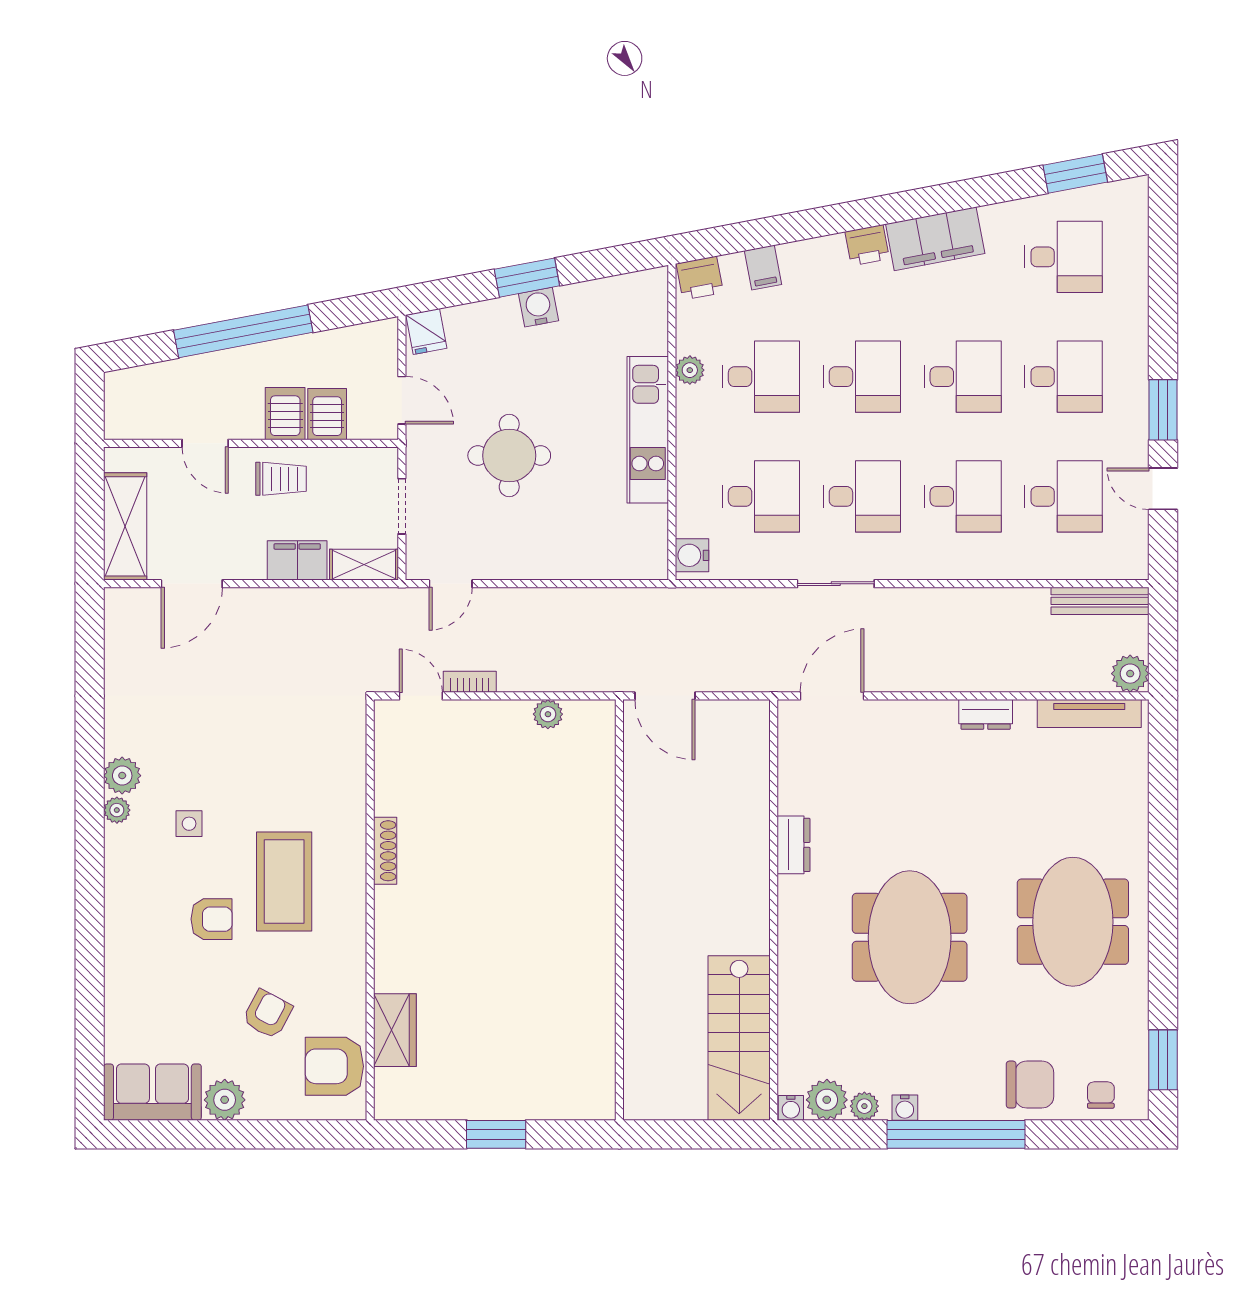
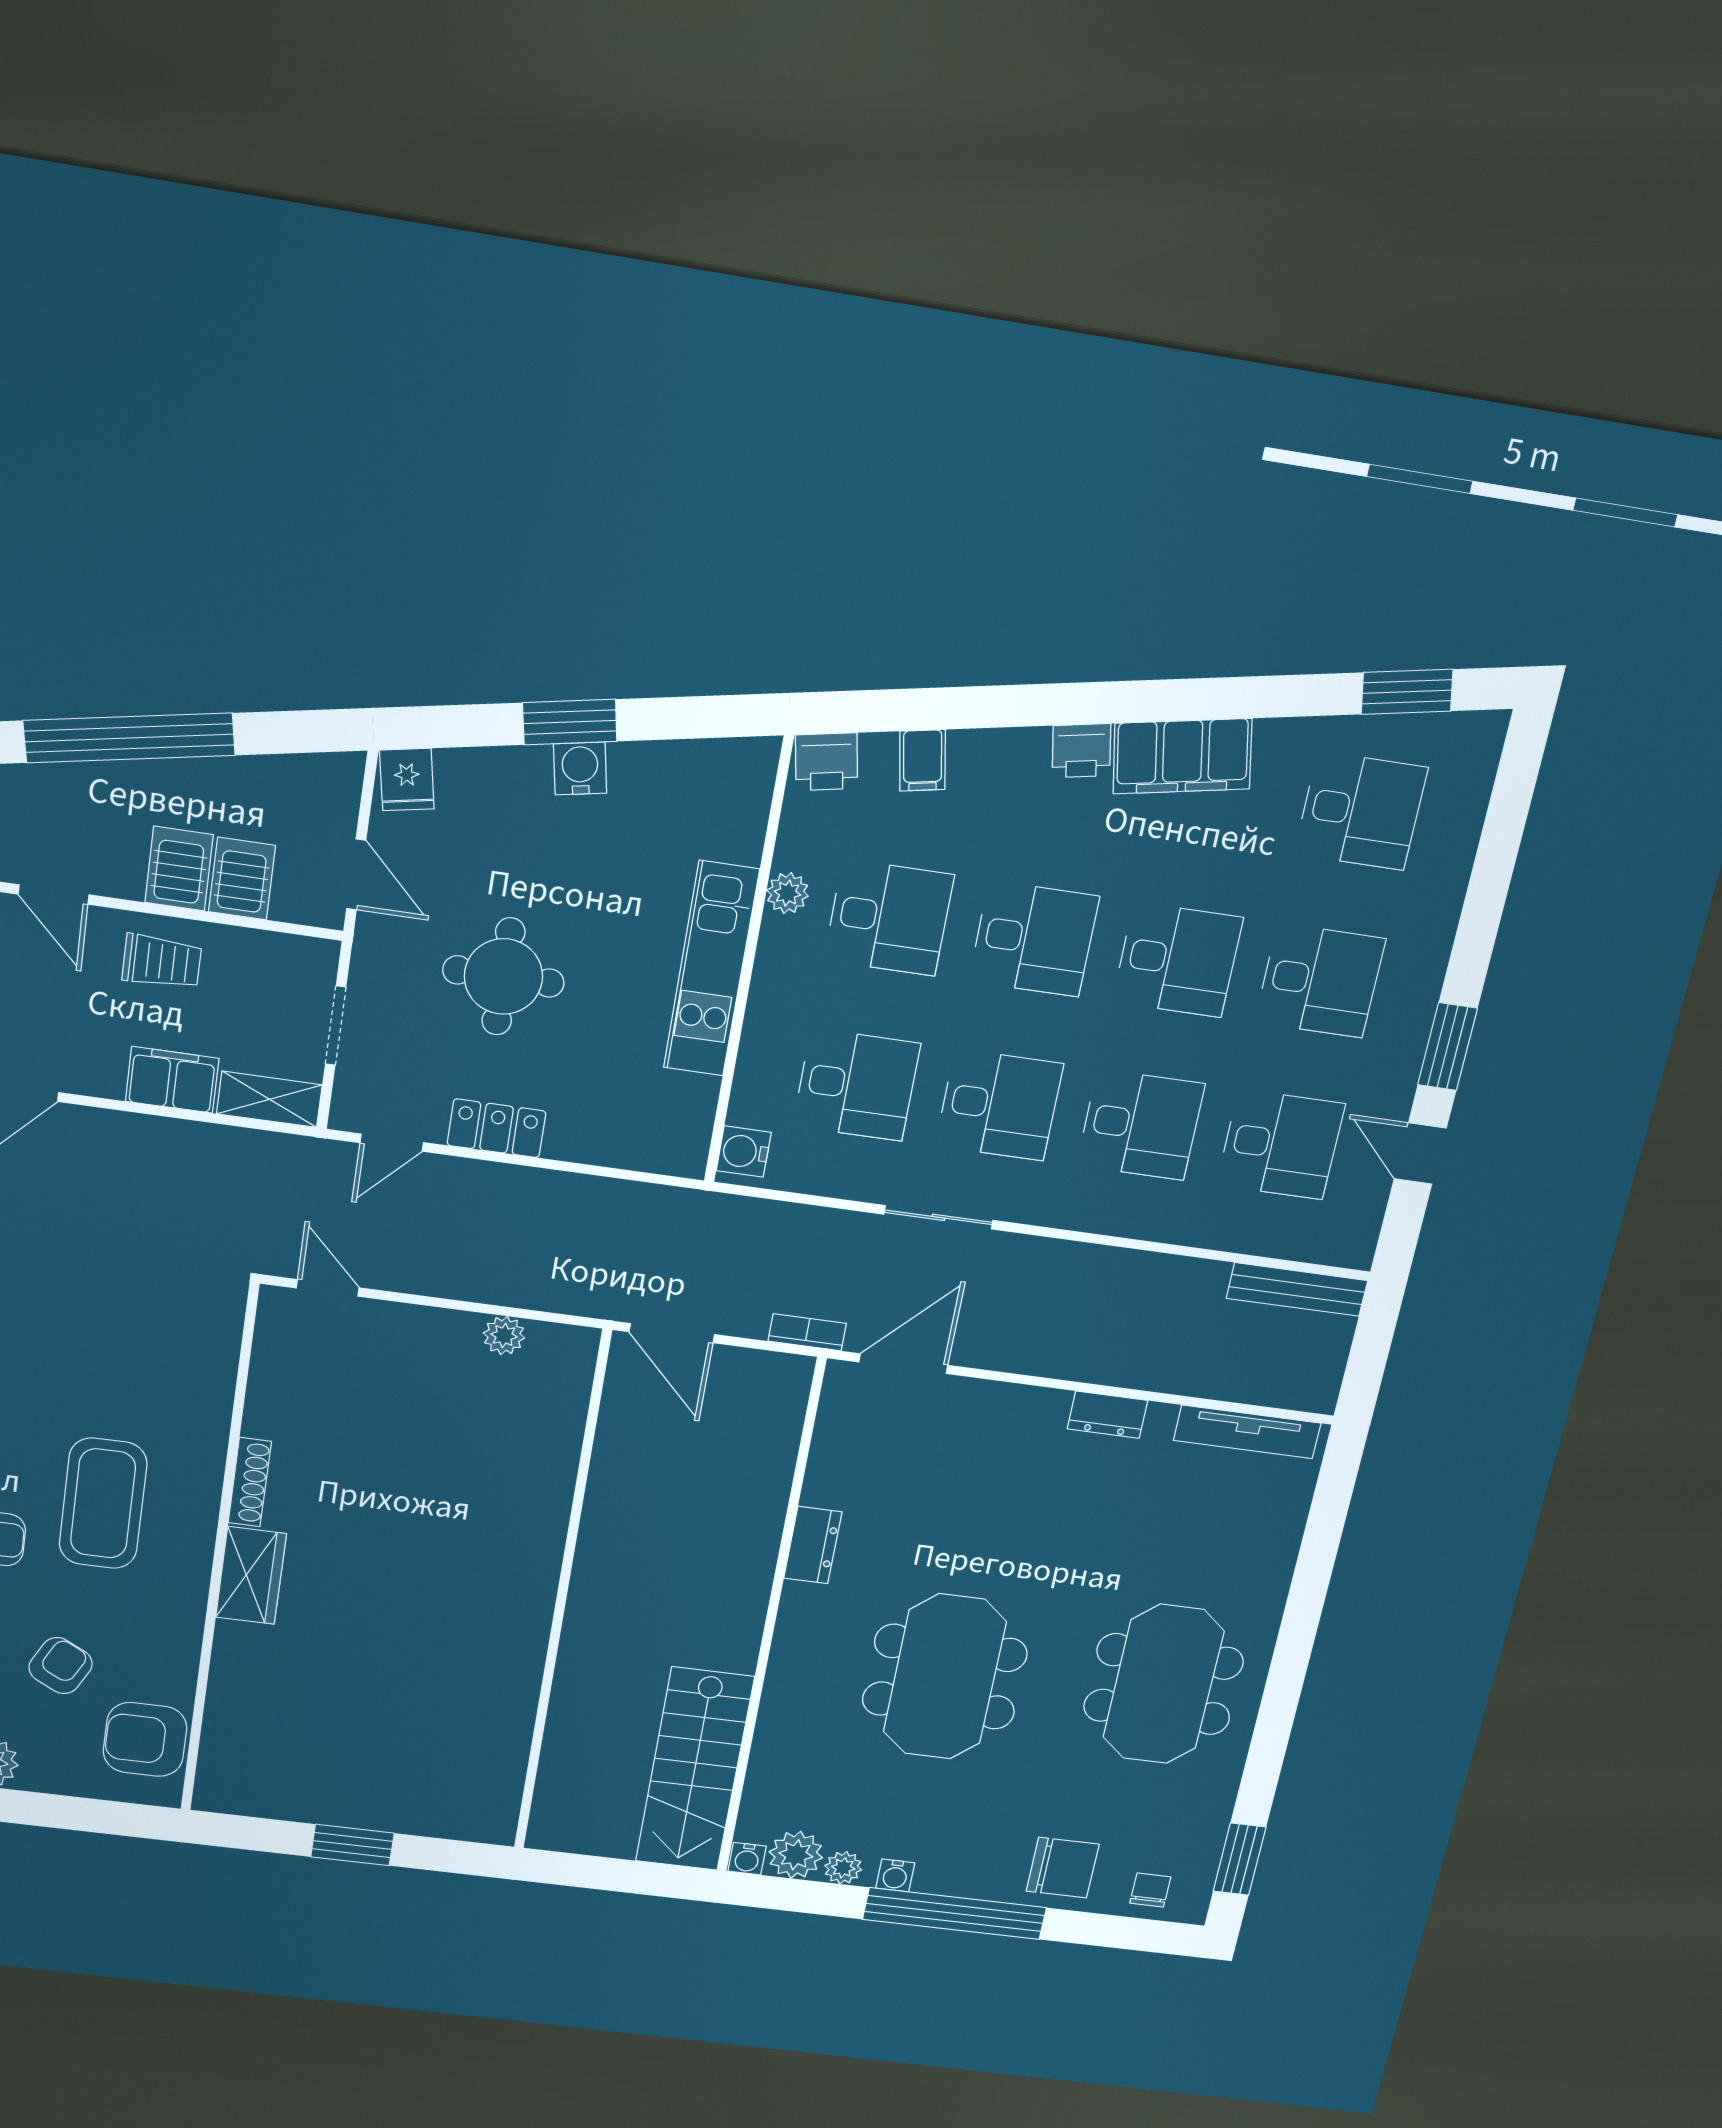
locker: (520, 563) -> (497, 1128), added
plant: (1130, 674) -> (1315, 1388), removed
bookcase: (470, 682) -> (807, 1332), moved
wardrobe: (395, 1030) -> (251, 1575), moved

